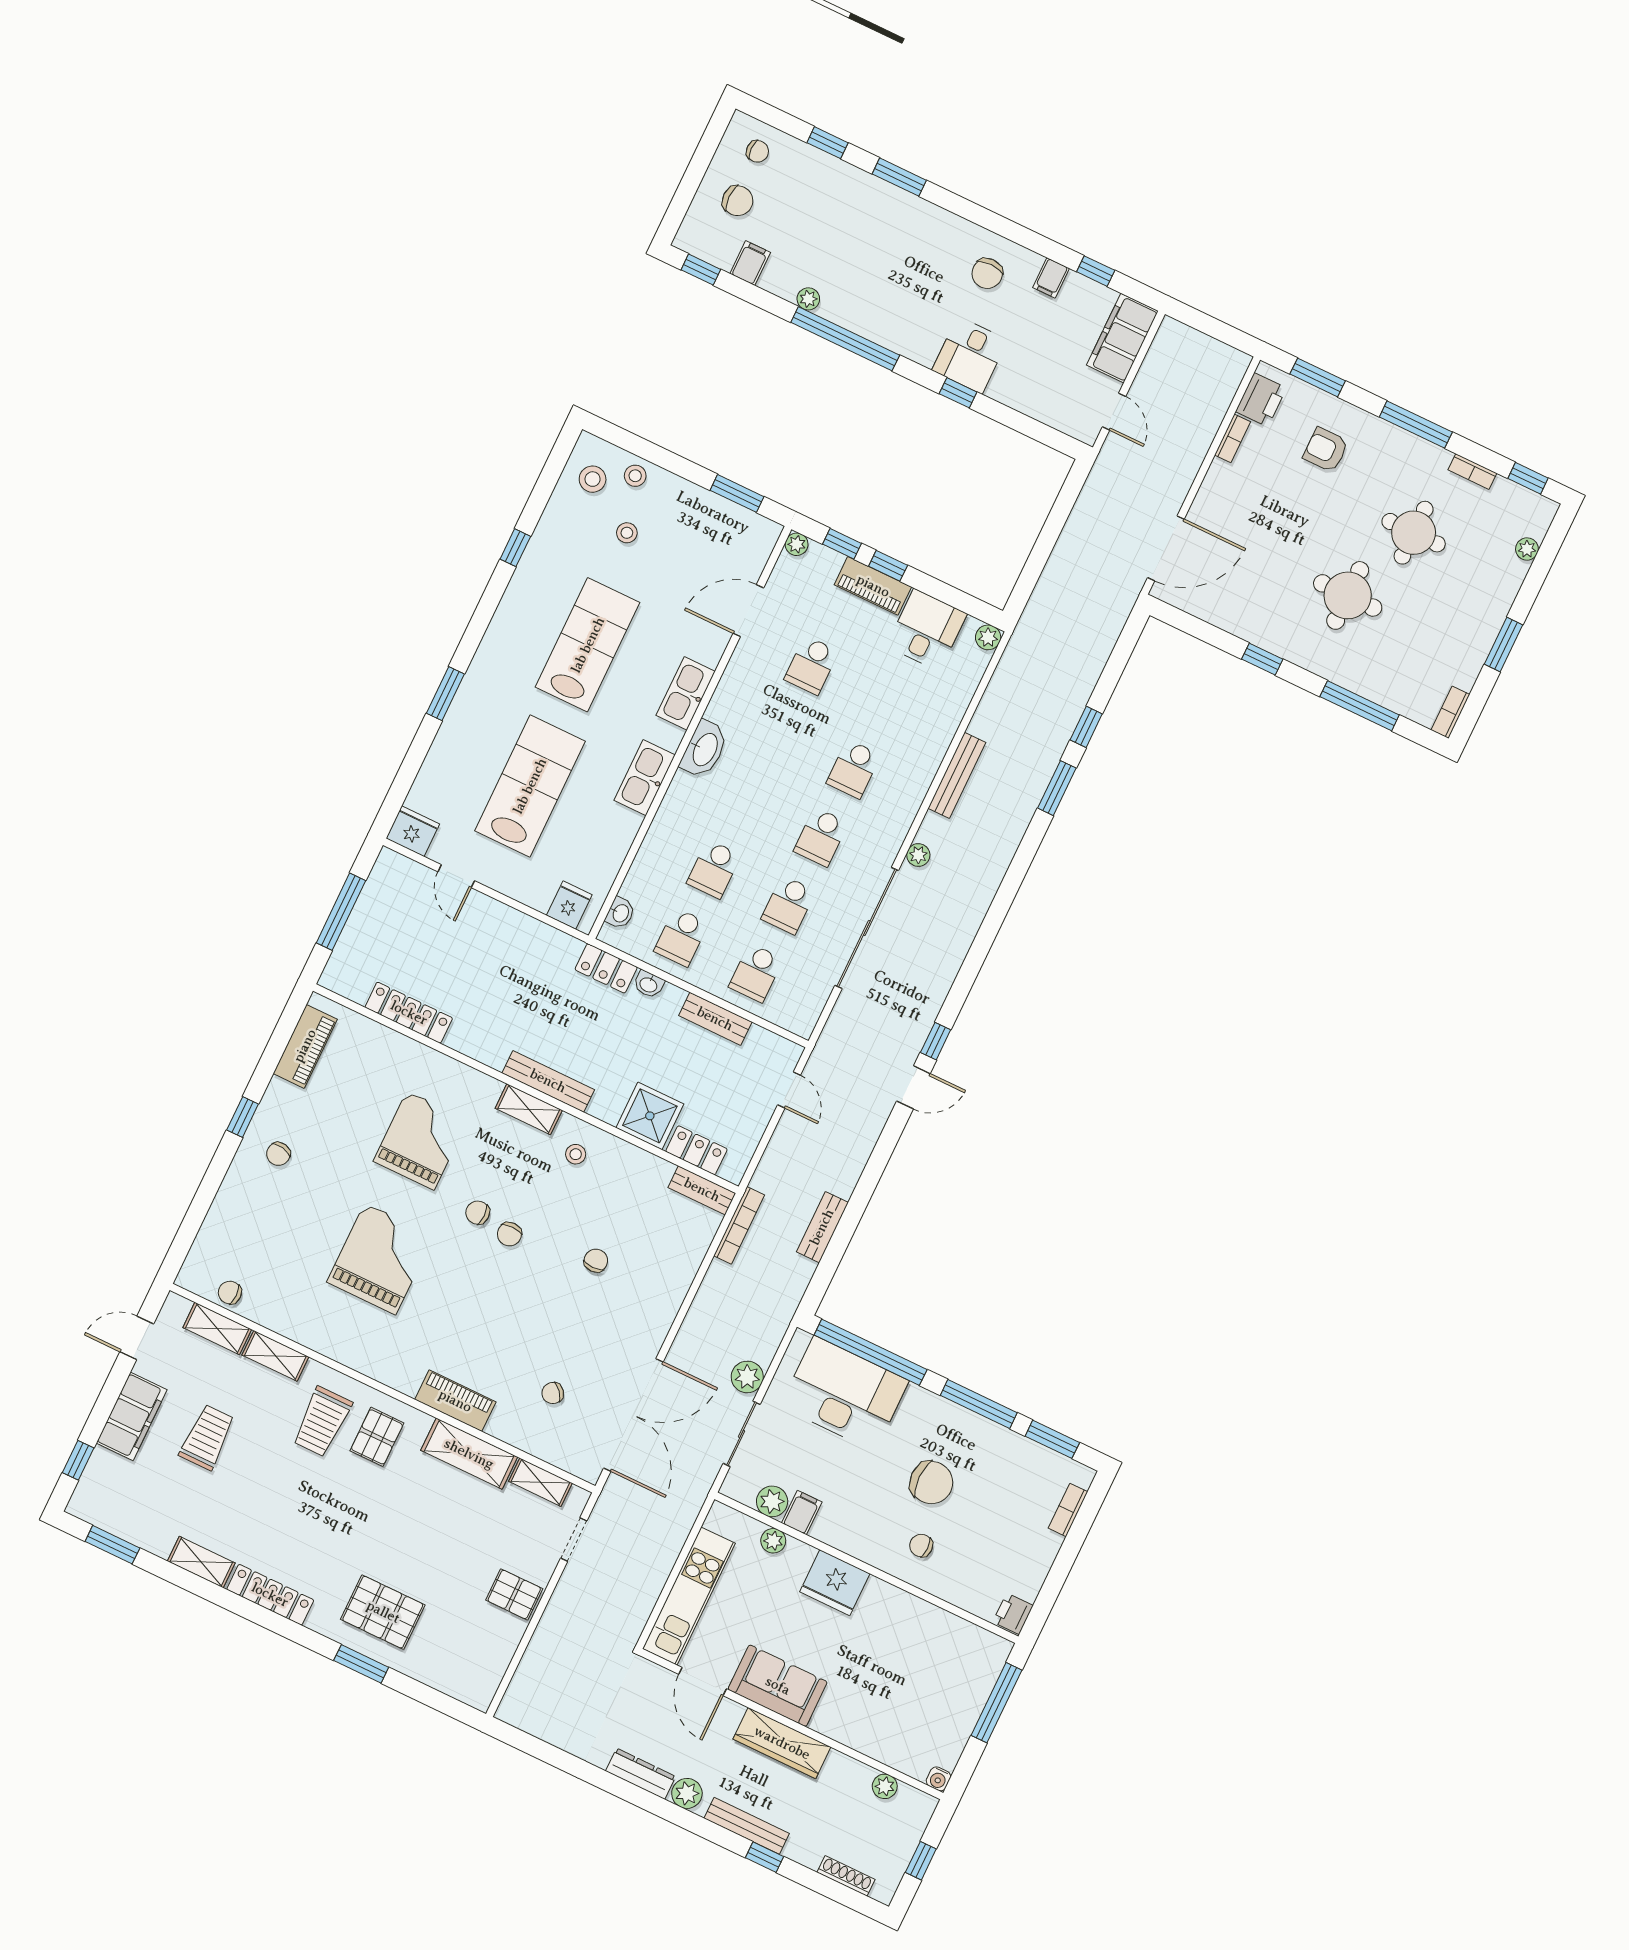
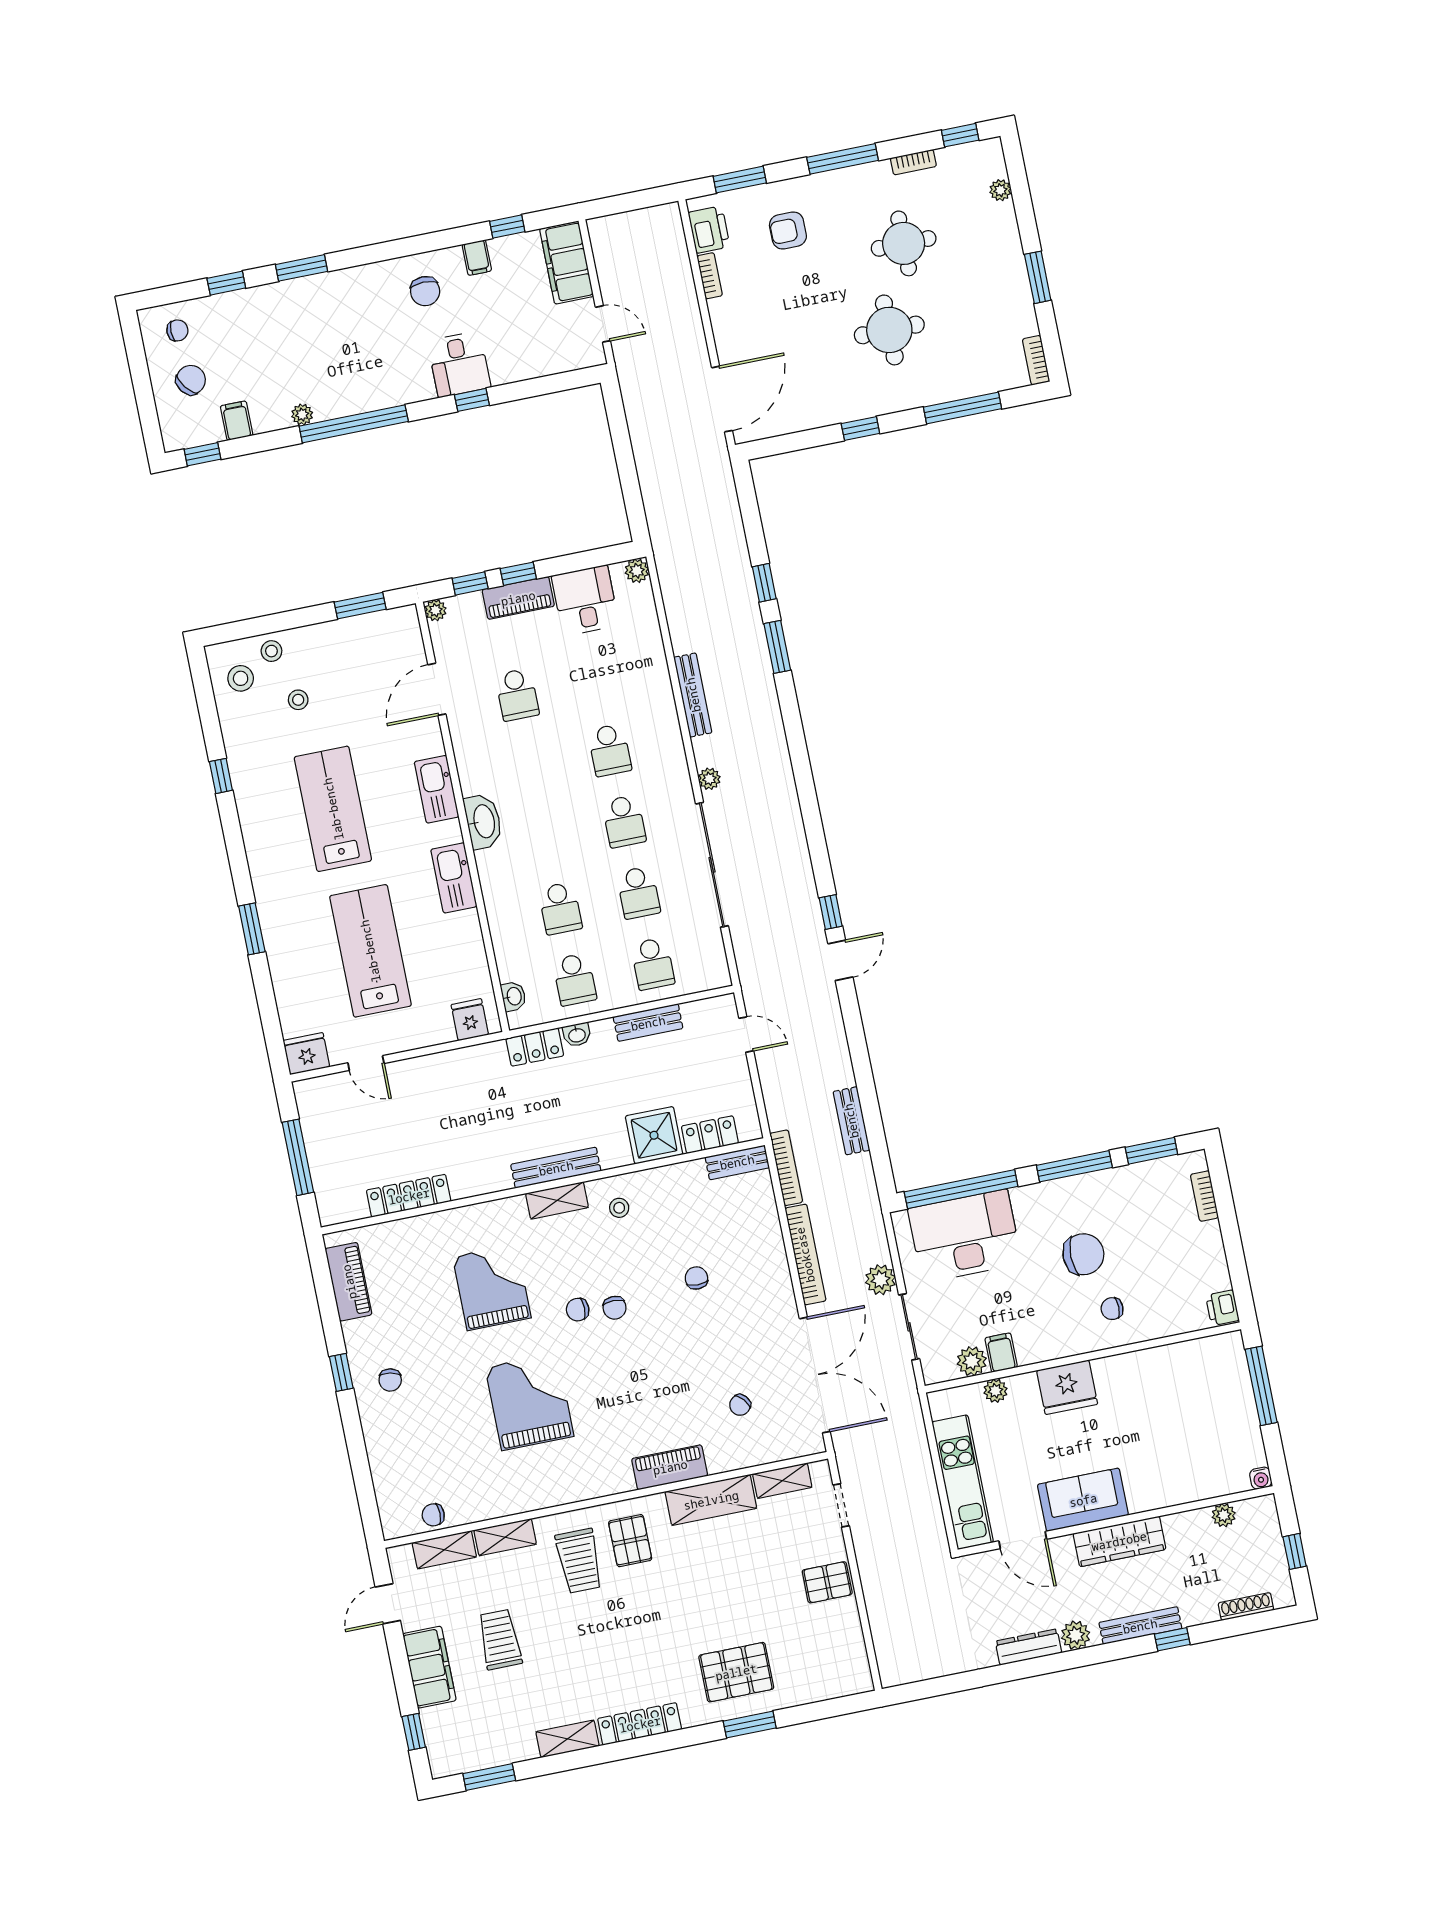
chair: (738, 201) -> (191, 380), turned -37
bookcase: (701, 1309) -> (805, 1255), added

